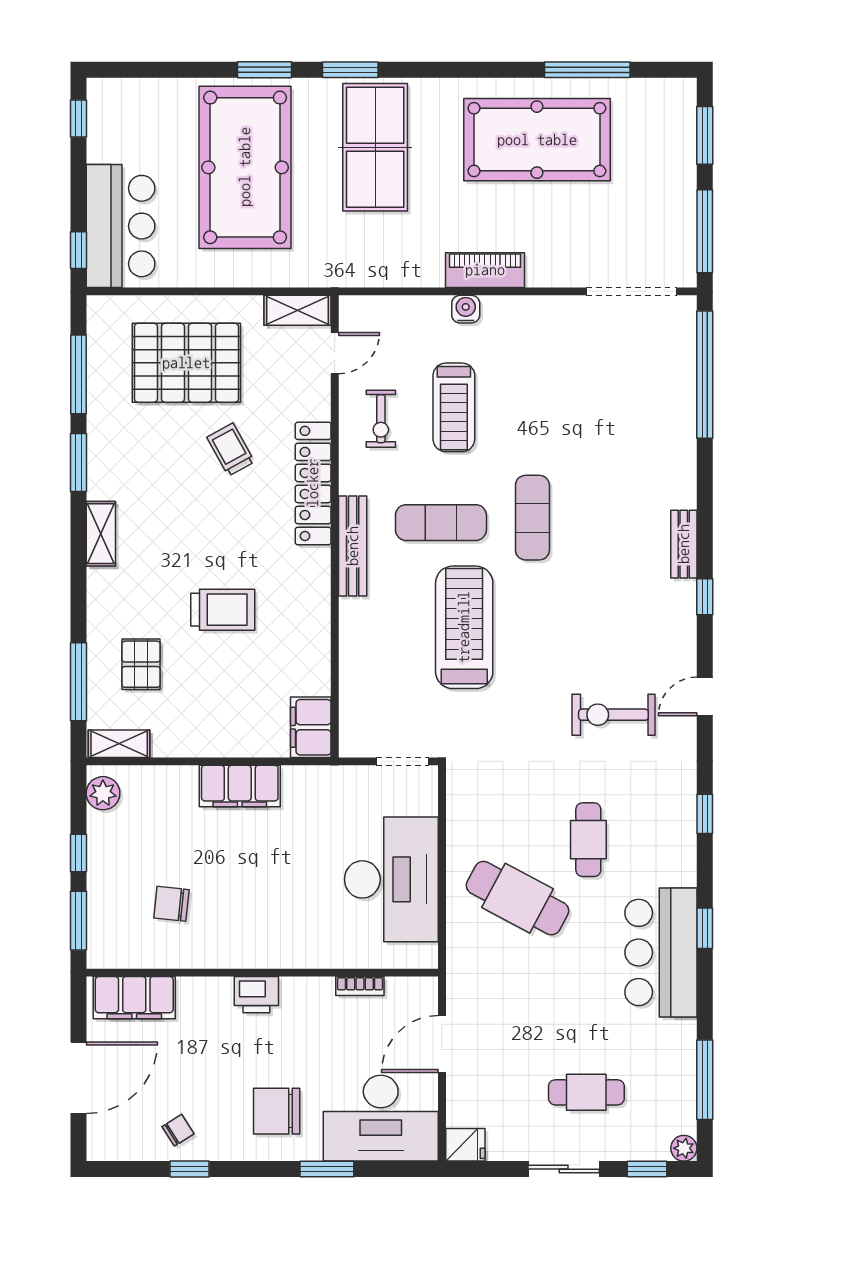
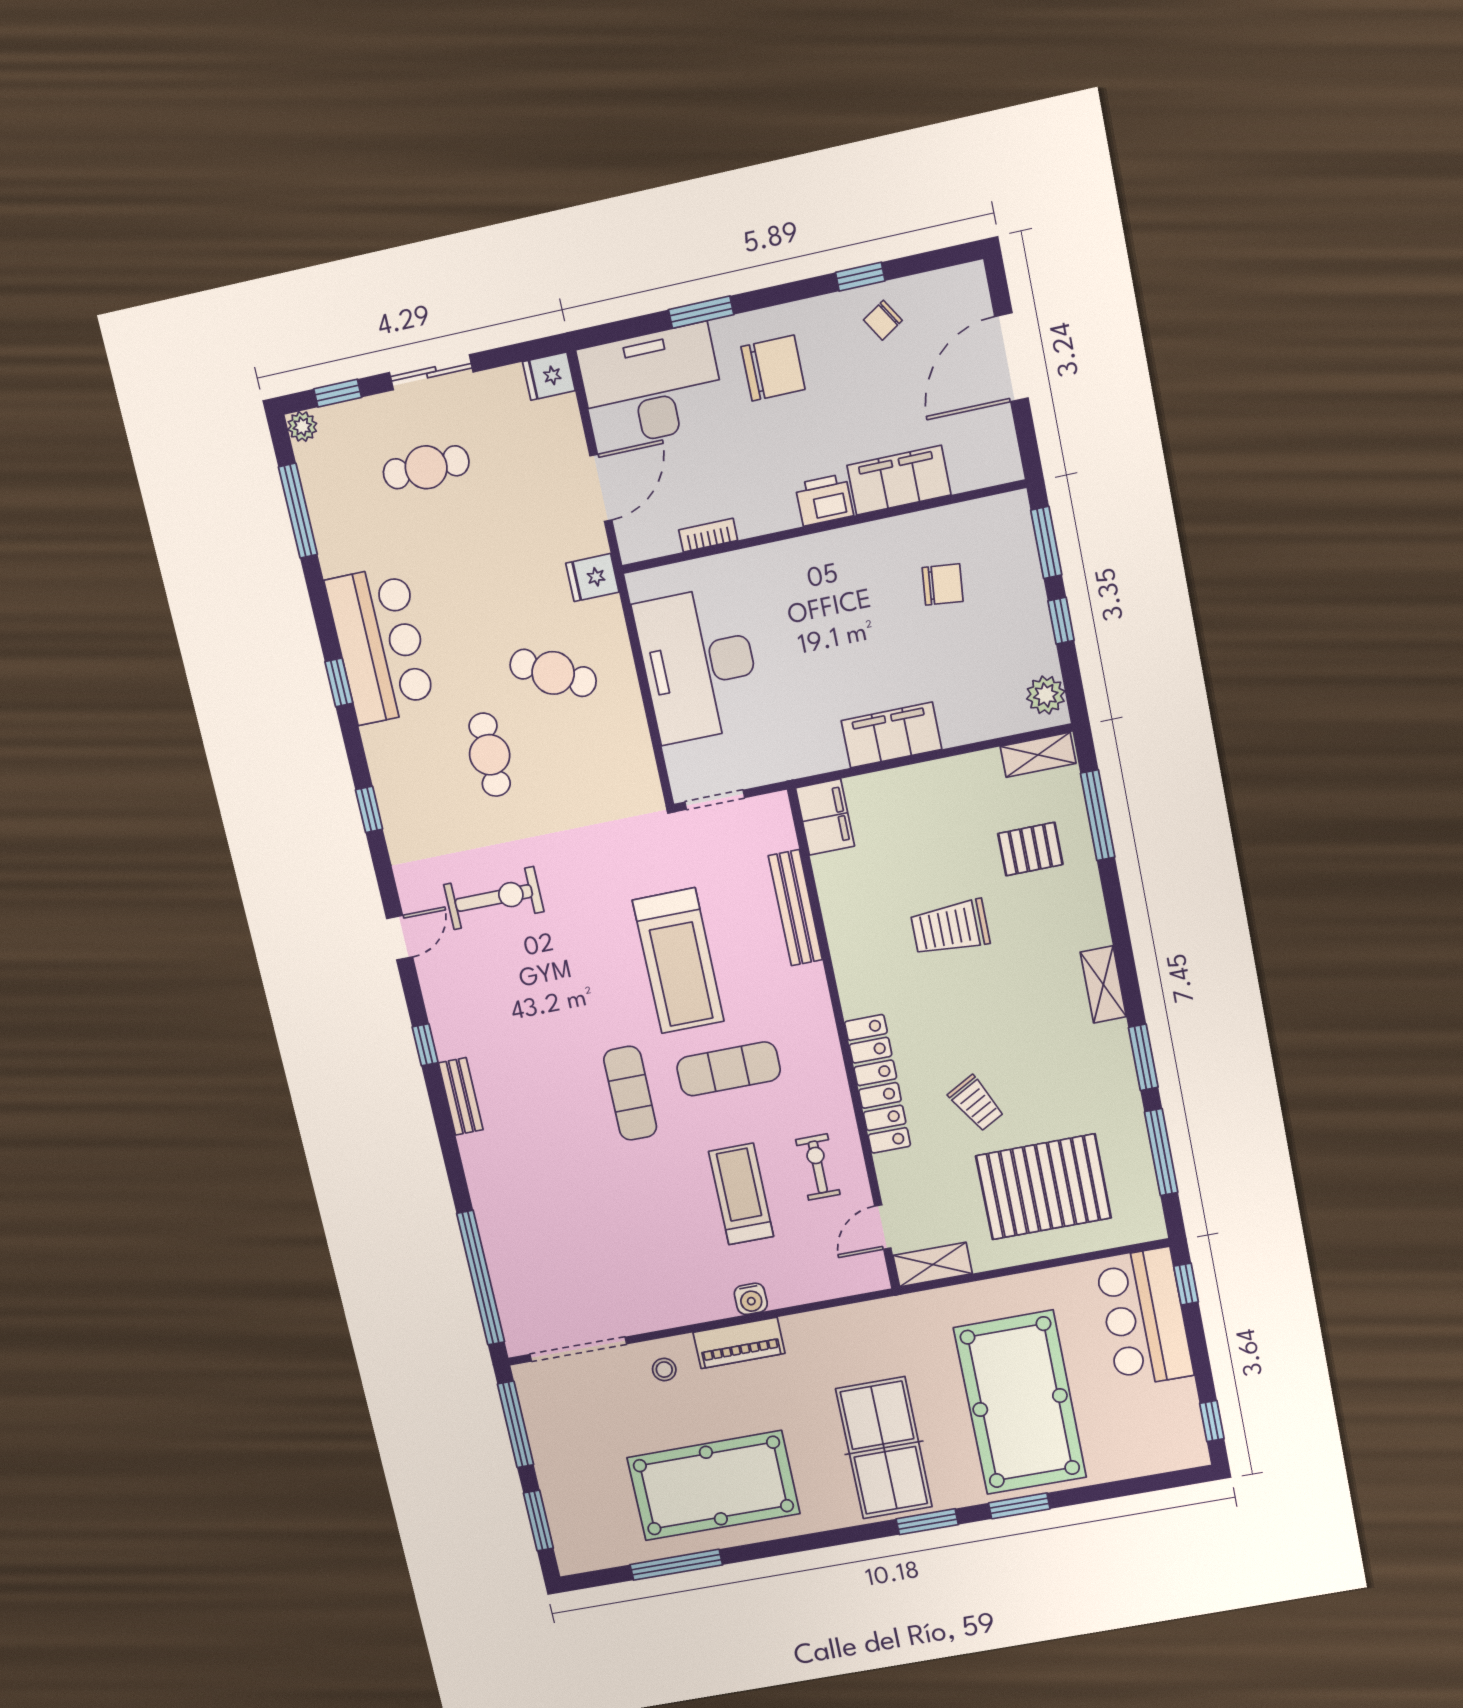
stool: (558, 258) -> (664, 1370), added
bench: (353, 546) -> (795, 908), moved
pallet: (141, 664) -> (1030, 849), turned 90
cafe table: (517, 898) -> (553, 673), width x0.73, depth x0.74
fridge: (466, 971) -> (592, 578), added
filing cabinet: (134, 998) -> (899, 480), moved

